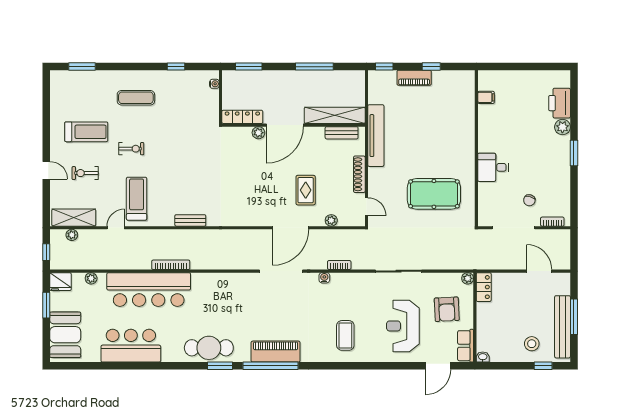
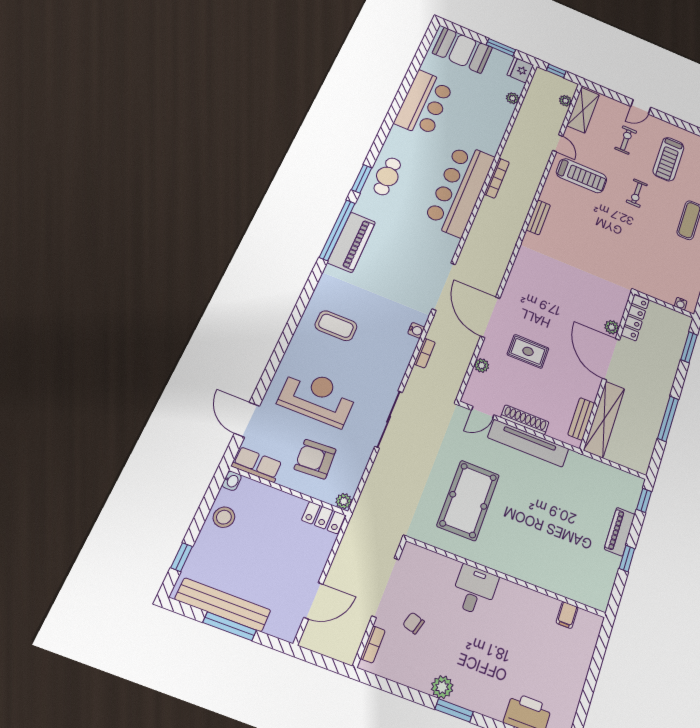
plant: (562, 127) -> (442, 687), moved
tv unit: (376, 136) -> (528, 443), moved
bar counter: (149, 290) -> (460, 189), moved
stool: (532, 344) -> (224, 517), moved
cafe table: (209, 348) -> (387, 176), width x0.73, depth x0.74

